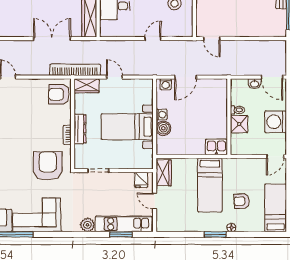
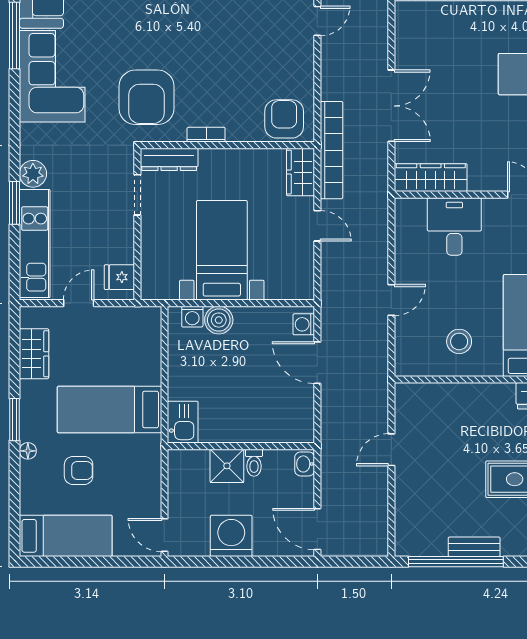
door: (153, 39) -> (391, 300), hinge flipped
door: (212, 39) -> (391, 450), moved
door: (114, 77) -> (317, 226), hinge flipped
door: (272, 77) -> (317, 529), hinge flipped
washbasin: (255, 84) -> (305, 464), moved
washing machine: (162, 115) -> (192, 317), moved
dresser: (80, 129) -> (169, 159), moved
armchair: (48, 166) -> (146, 97), turned 90
wardrobe: (164, 173) -> (34, 354), moved, turned -90
armchair: (242, 201) -> (79, 470), turned 93
window: (121, 234) -> (14, 203), moved

